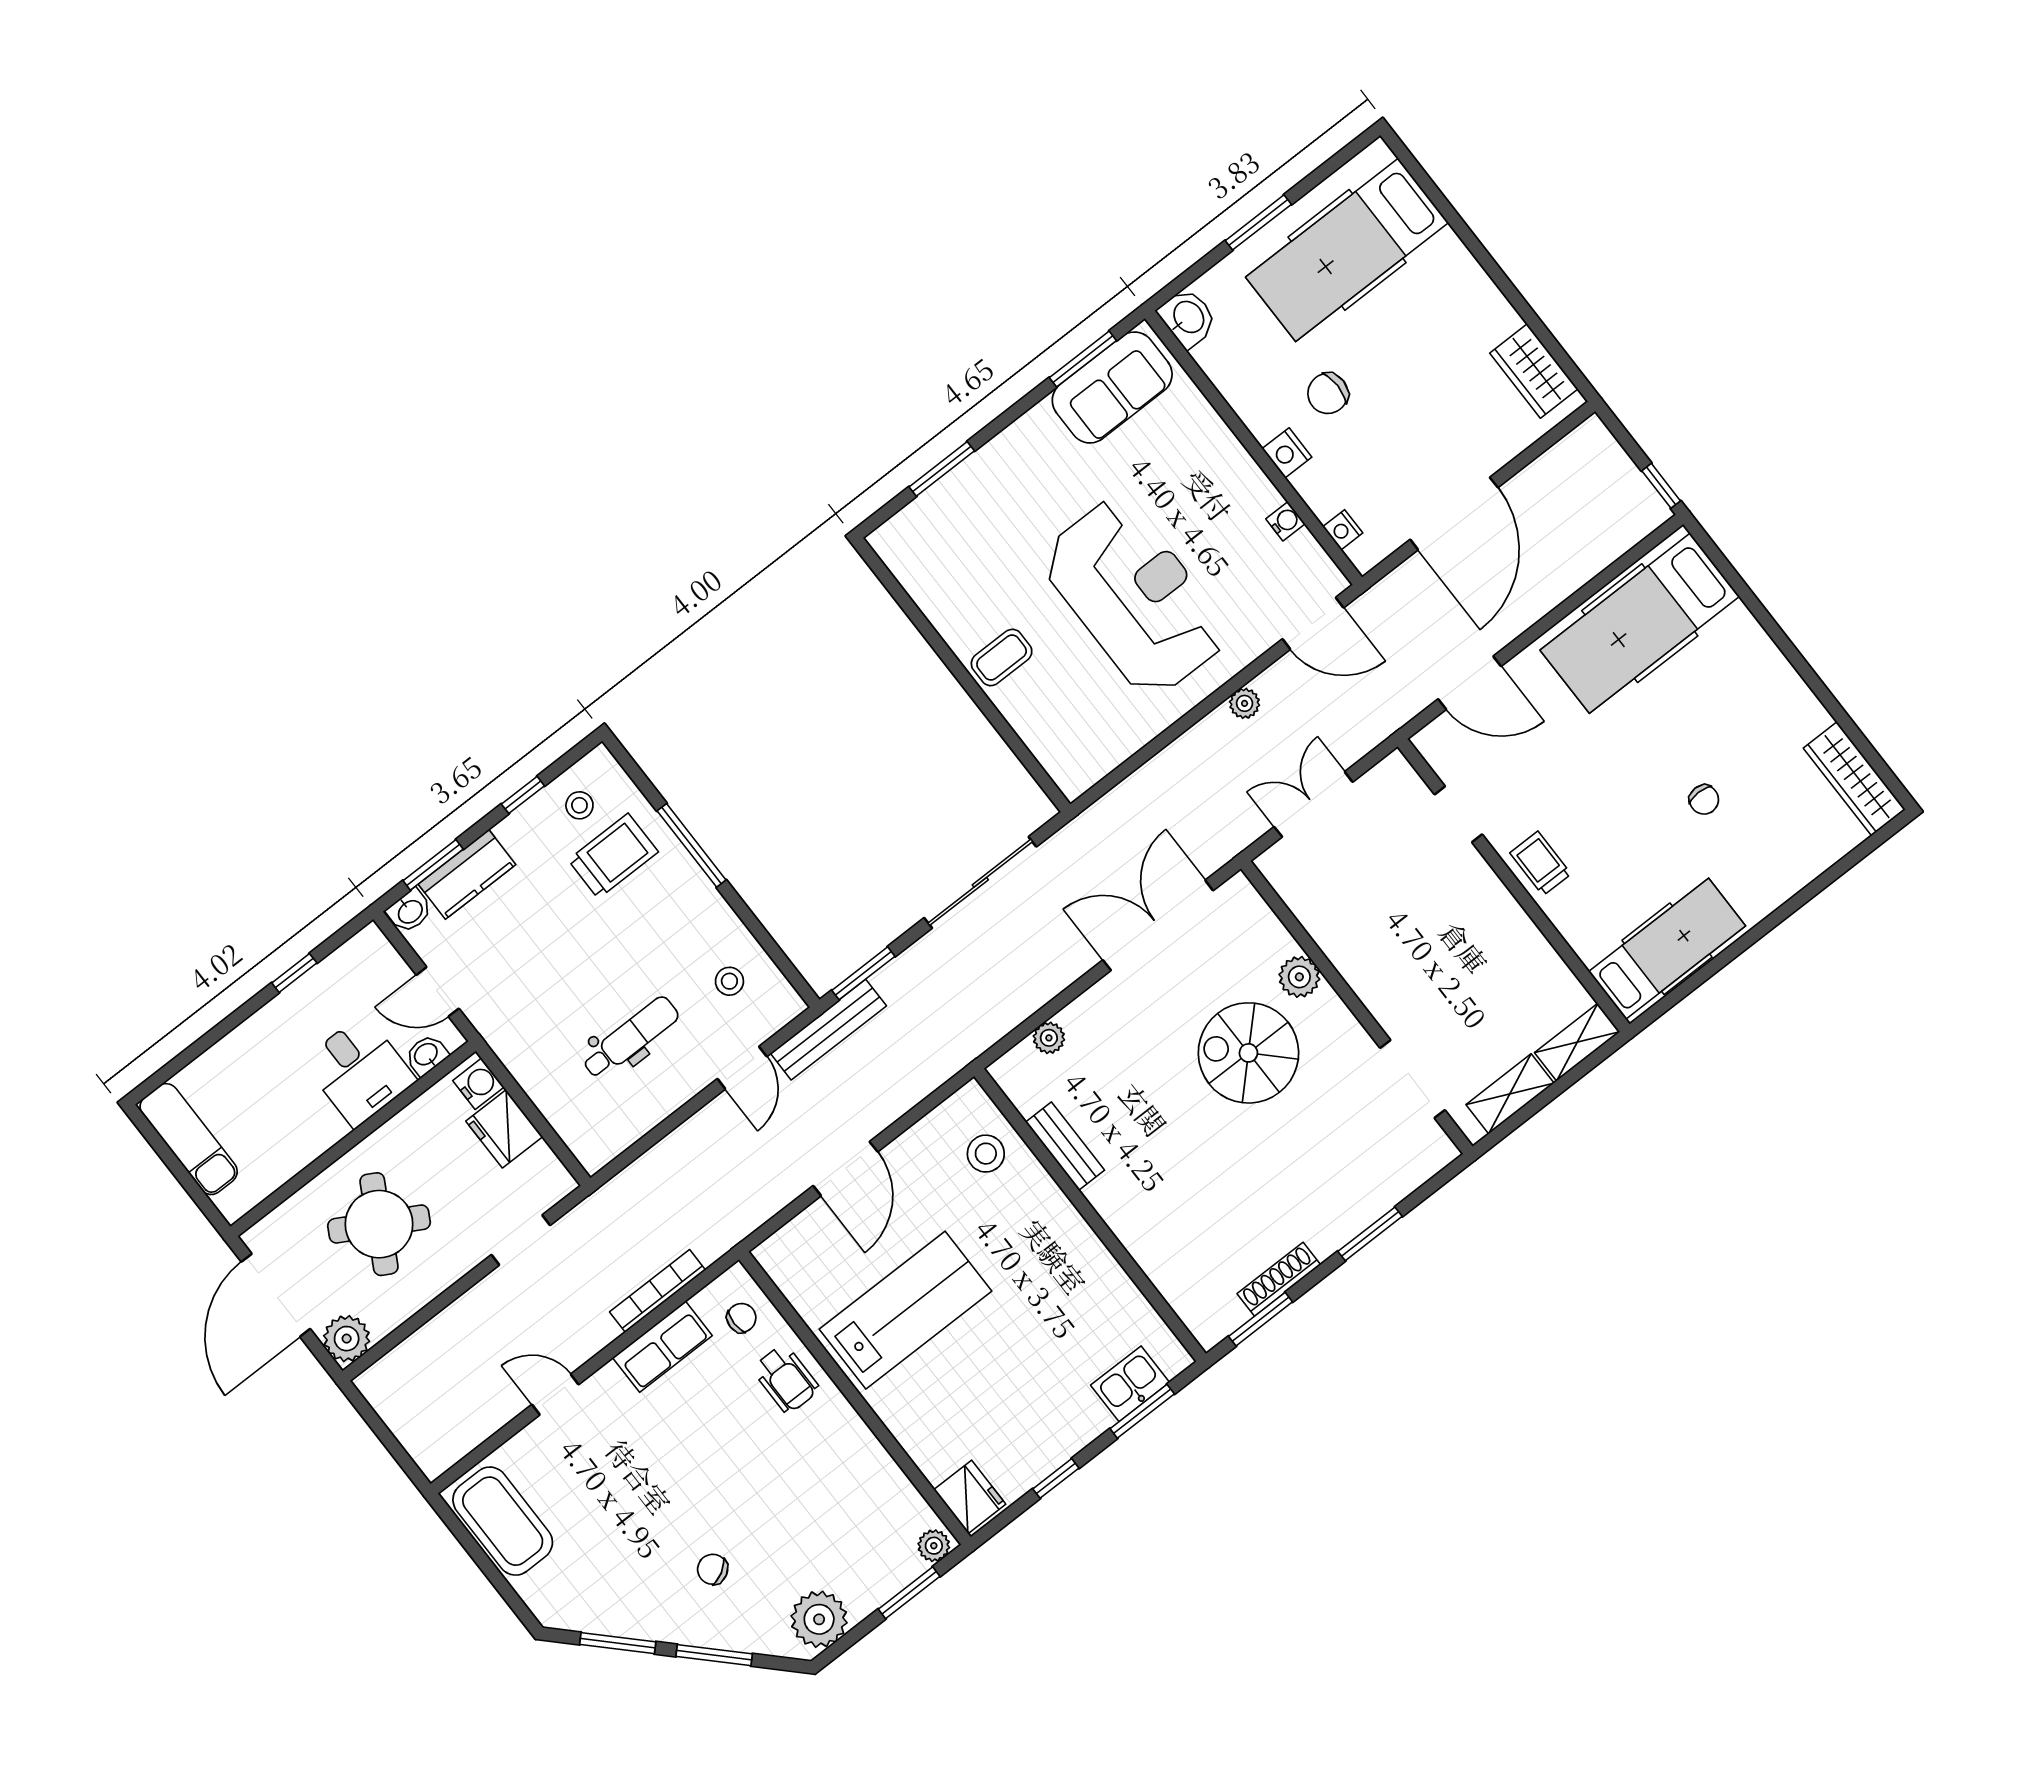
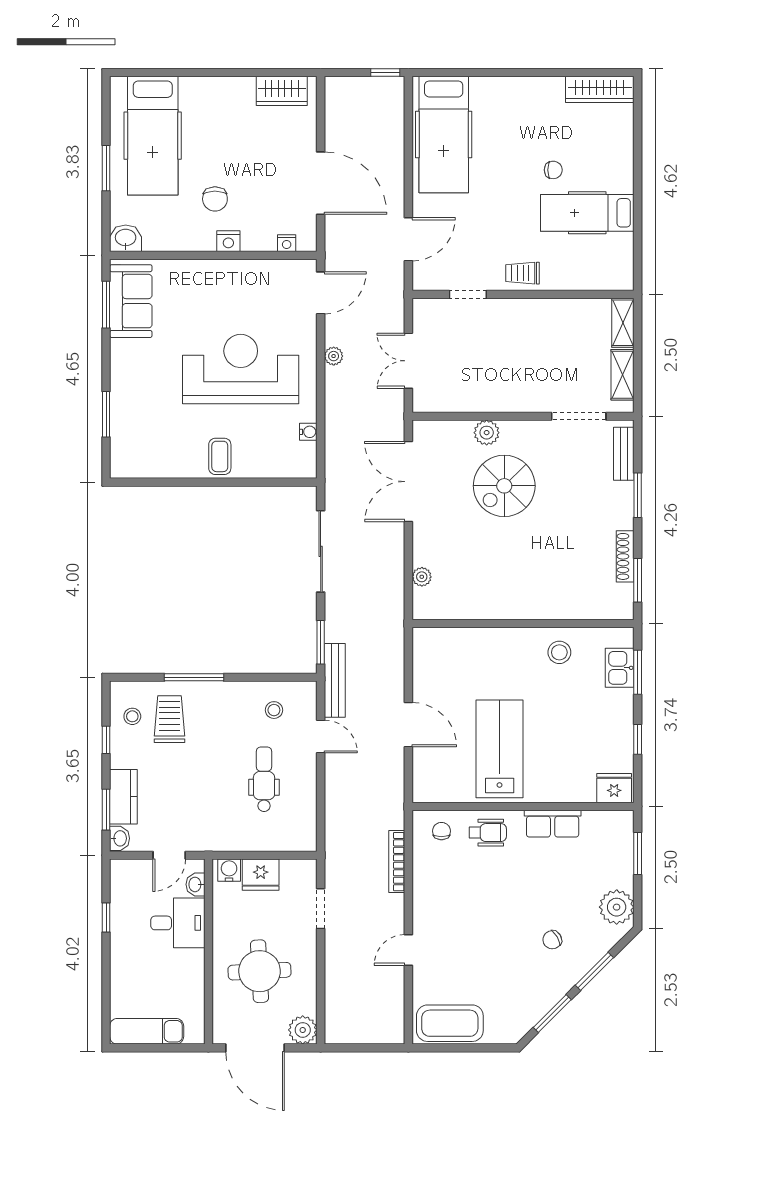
water cooler: (1285, 521) -> (308, 432), moved, turned 90
hospital bed: (1667, 949) -> (587, 213), moved, turned -90
bench: (1065, 1146) -> (624, 454), moved, turned 90
stool: (986, 1154) -> (559, 652), moved
round table: (379, 1224) -> (259, 971), turned -32
row of seats: (662, 1347) -> (553, 824), moved, turned 90
plant: (934, 1546) -> (624, 824), removed

